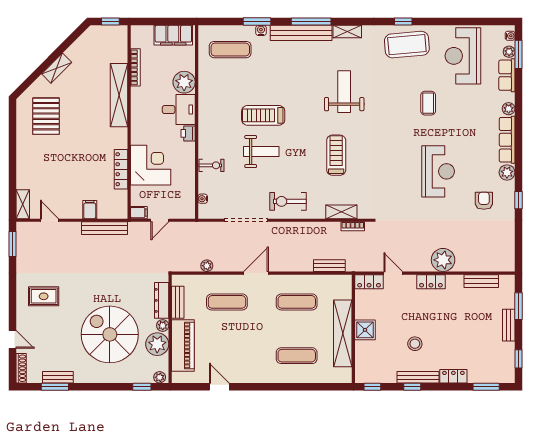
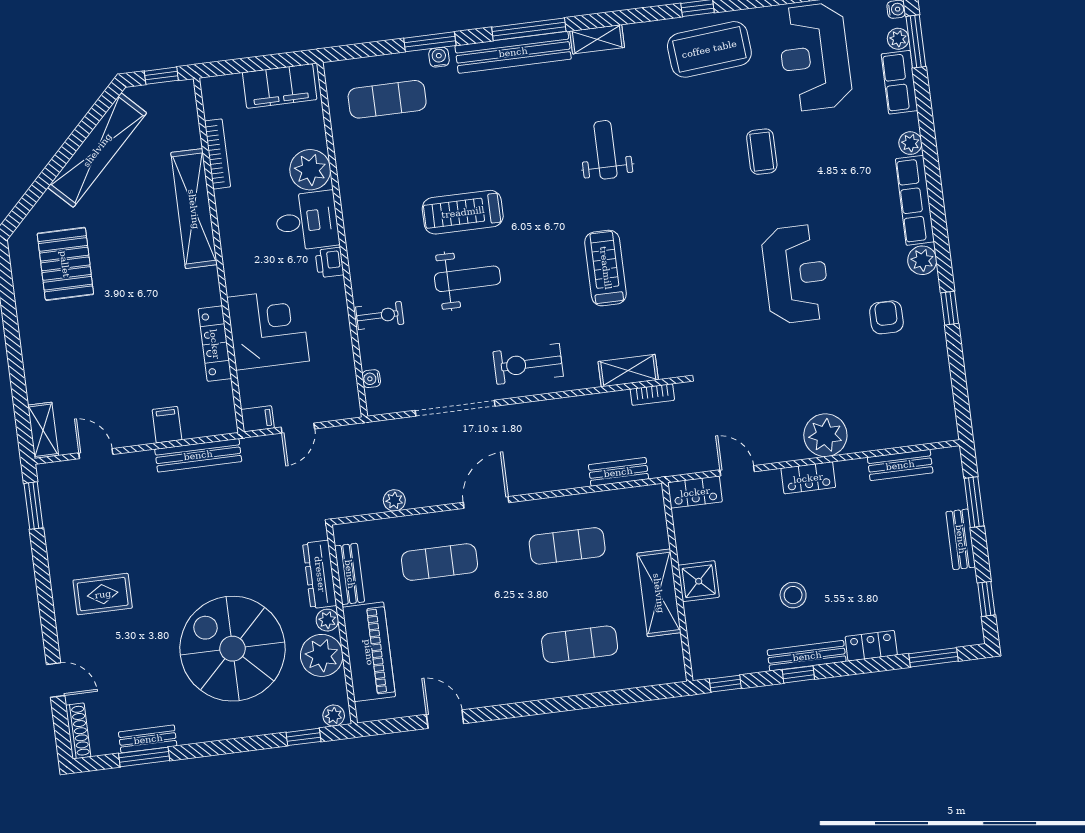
shelving: (57, 68) -> (97, 150), width x2.20, depth x1.33
weight bench: (344, 92) -> (605, 150), width x0.73, depth x0.75
shelving: (343, 333) -> (659, 593), width x0.68

